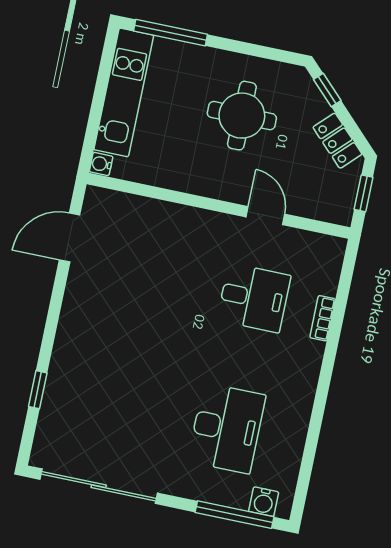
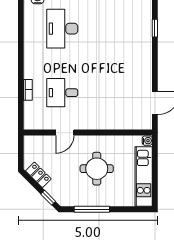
window: (170, 33) -> (92, 209), moved
round table: (242, 116) -> (97, 169), moved
window: (364, 193) -> (21, 153), removed
door: (265, 216) -> (65, 133), hinge flipped

